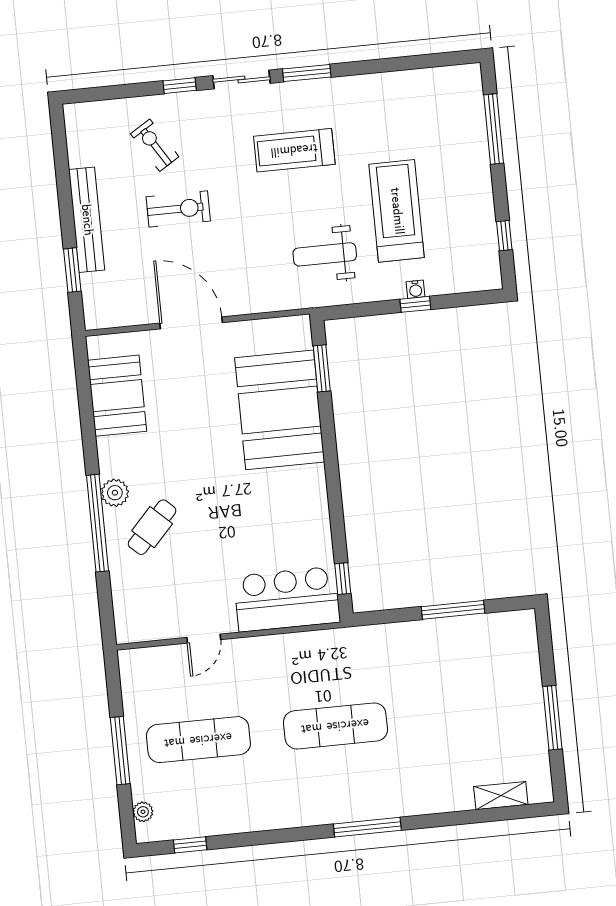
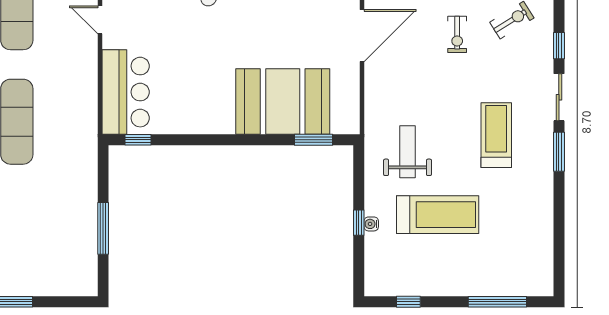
exercise bike: (178, 209) -> (457, 34), width x0.73, depth x0.72

